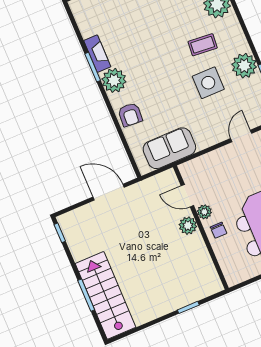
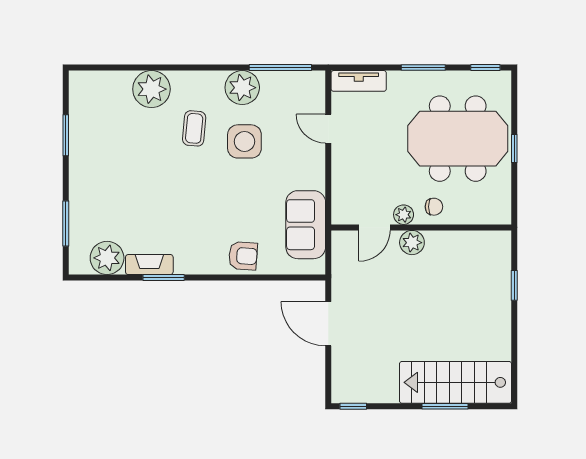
plant: (114, 80) -> (107, 258), moved
door: (109, 192) -> (328, 324), hinge flipped

